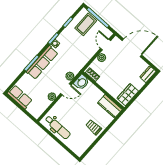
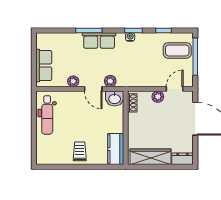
row of seats: (42, 62) -> (99, 40), width x0.68
wardrobe: (128, 95) -> (151, 157), width x1.50
row of seats: (20, 97) -> (44, 66), moved

